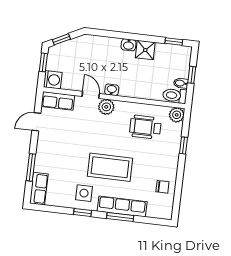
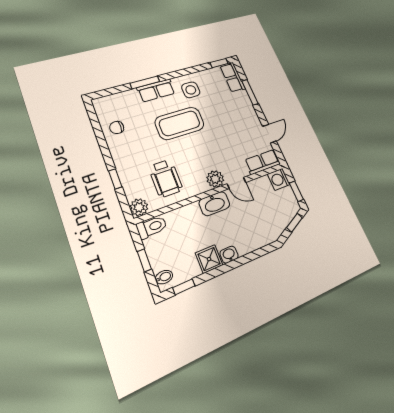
bidet: (181, 83) -> (164, 277), moved
washbasin: (112, 90) -> (214, 204), width x1.91, depth x1.45
wheelchair: (145, 127) -> (166, 178), turned 90
row of seats: (122, 206) -> (156, 90), width x0.68
window: (83, 212) -> (219, 63), moved

